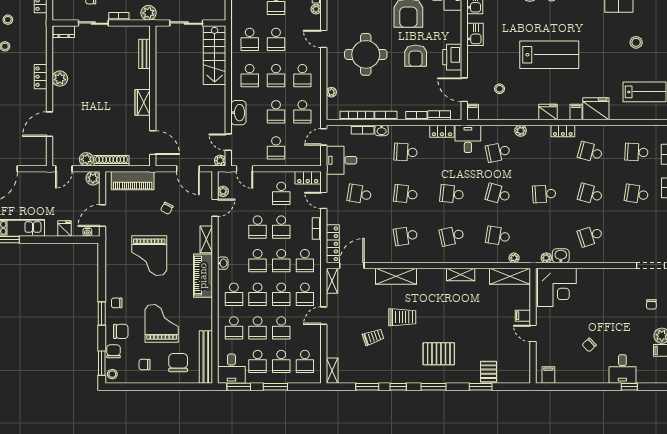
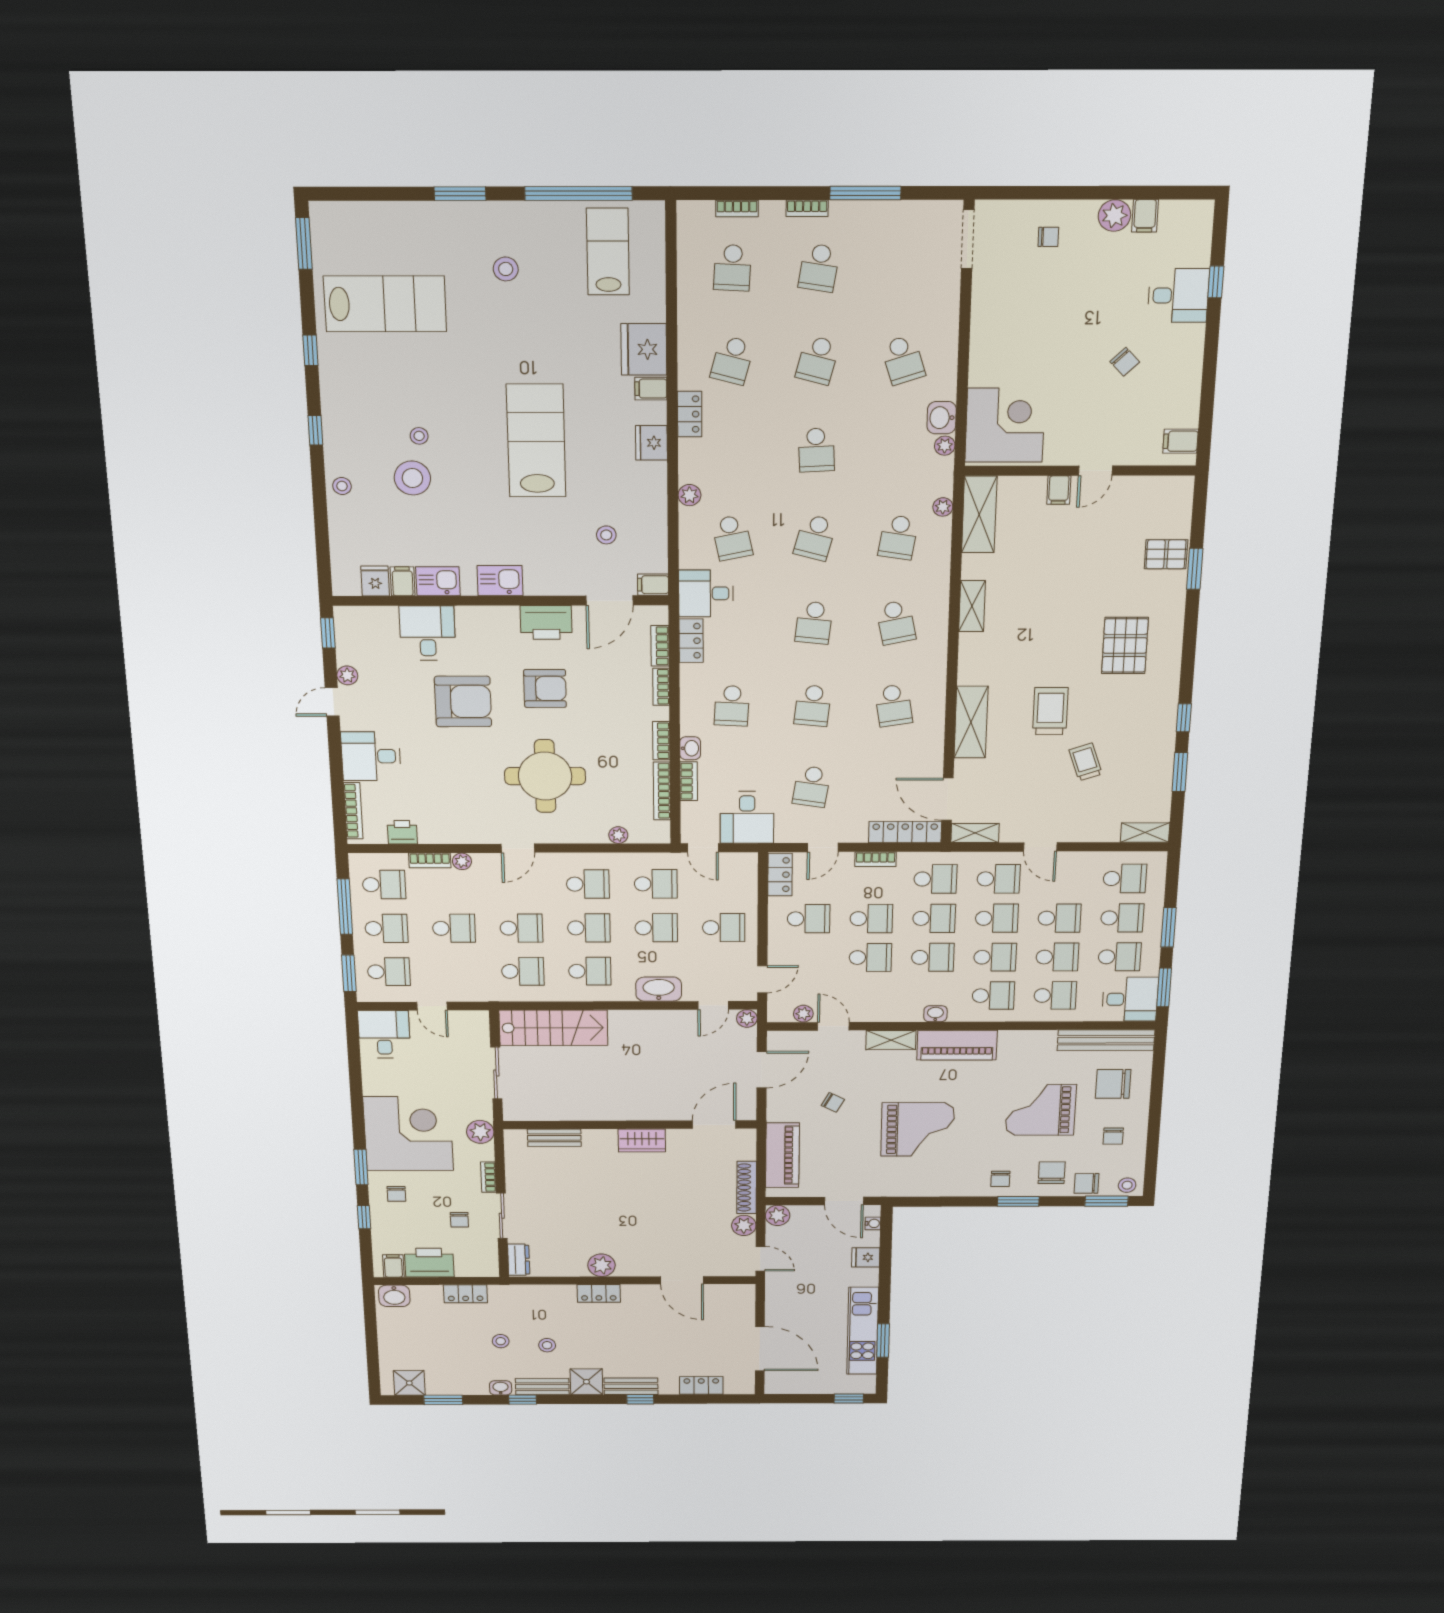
window: (434, 387) -> (1188, 655), removed

